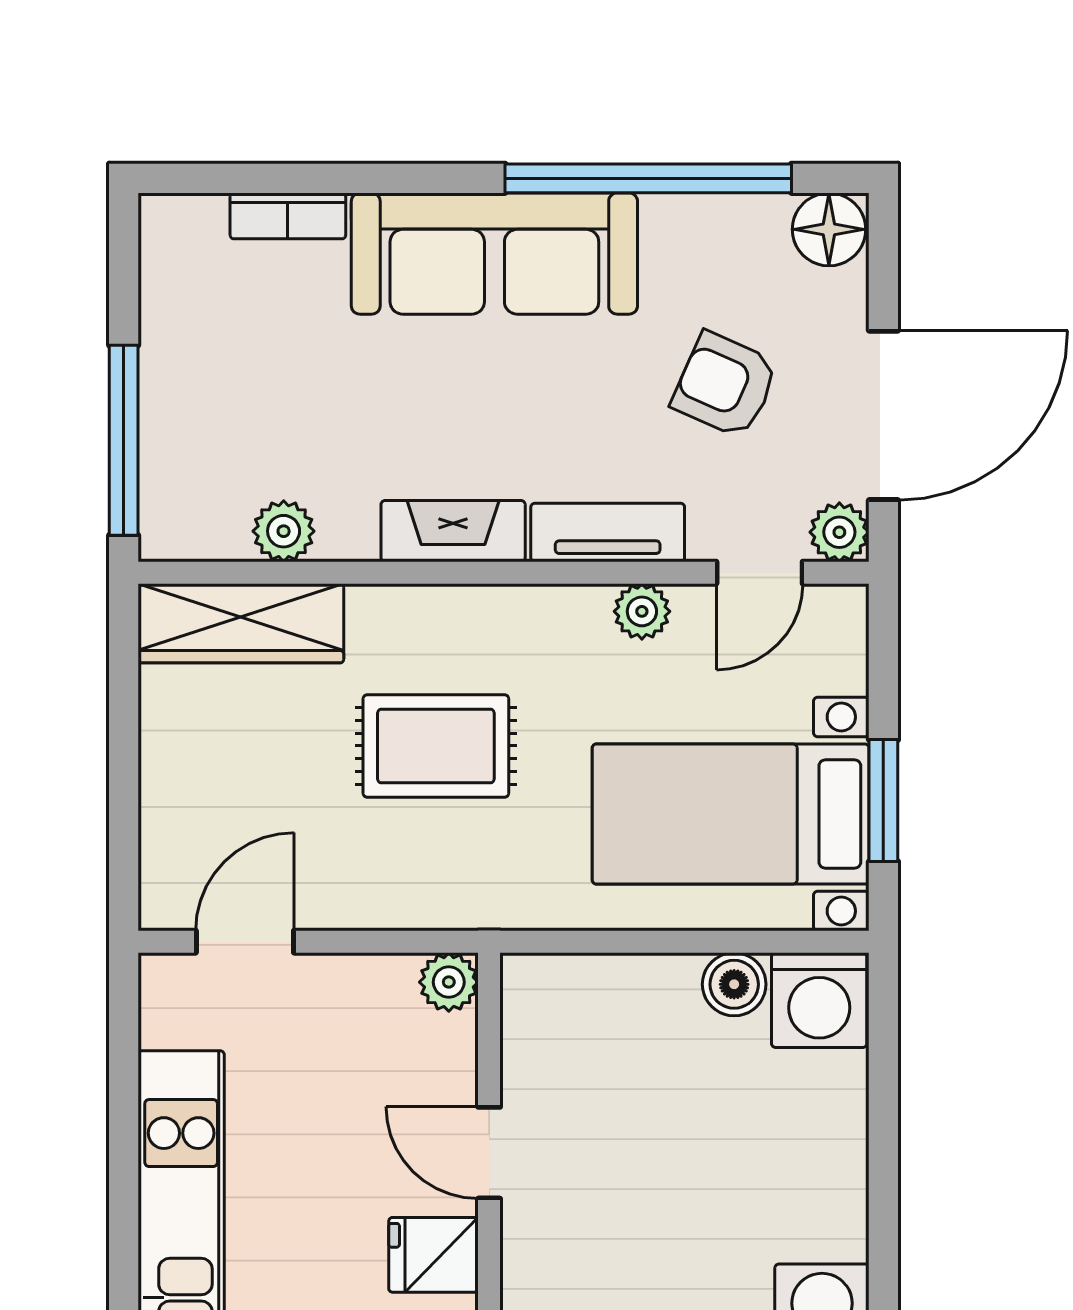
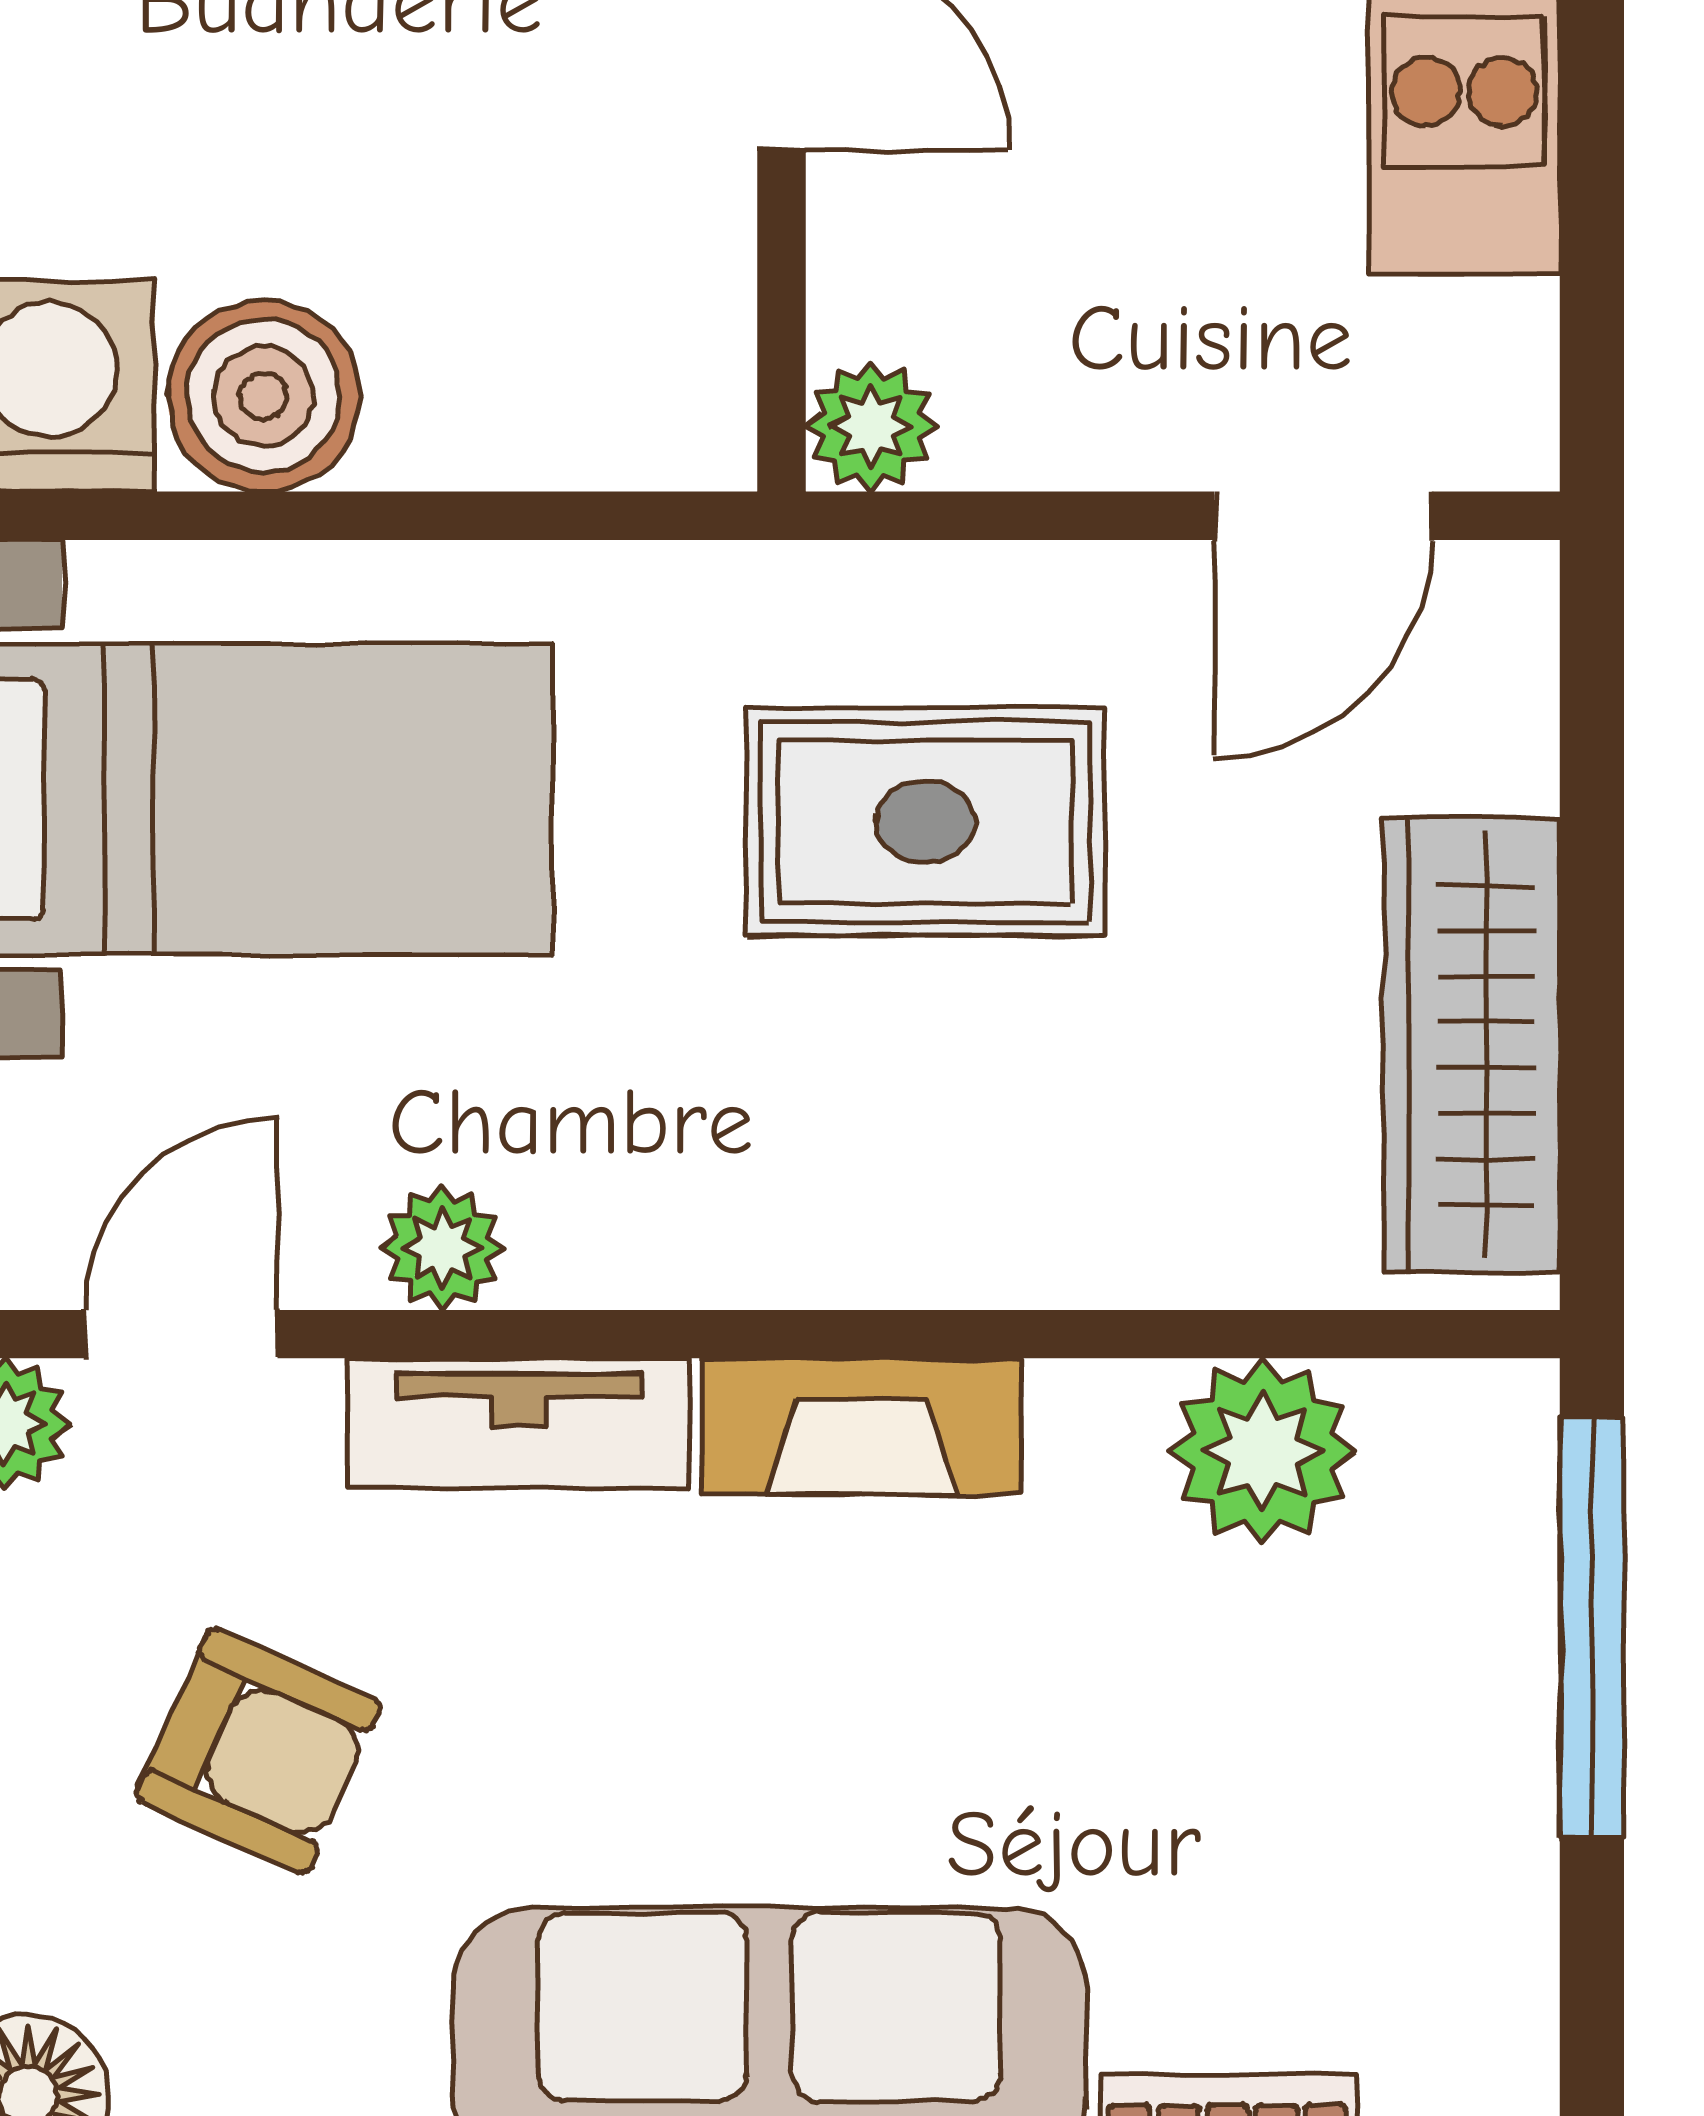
plant: (284, 531) -> (1263, 1452), width x1.38, depth x1.38
wardrobe: (241, 623) -> (1472, 1045), moved, turned -90
rug: (436, 746) -> (926, 822), moved
boiler: (734, 984) -> (264, 396), width x1.36, depth x1.36

